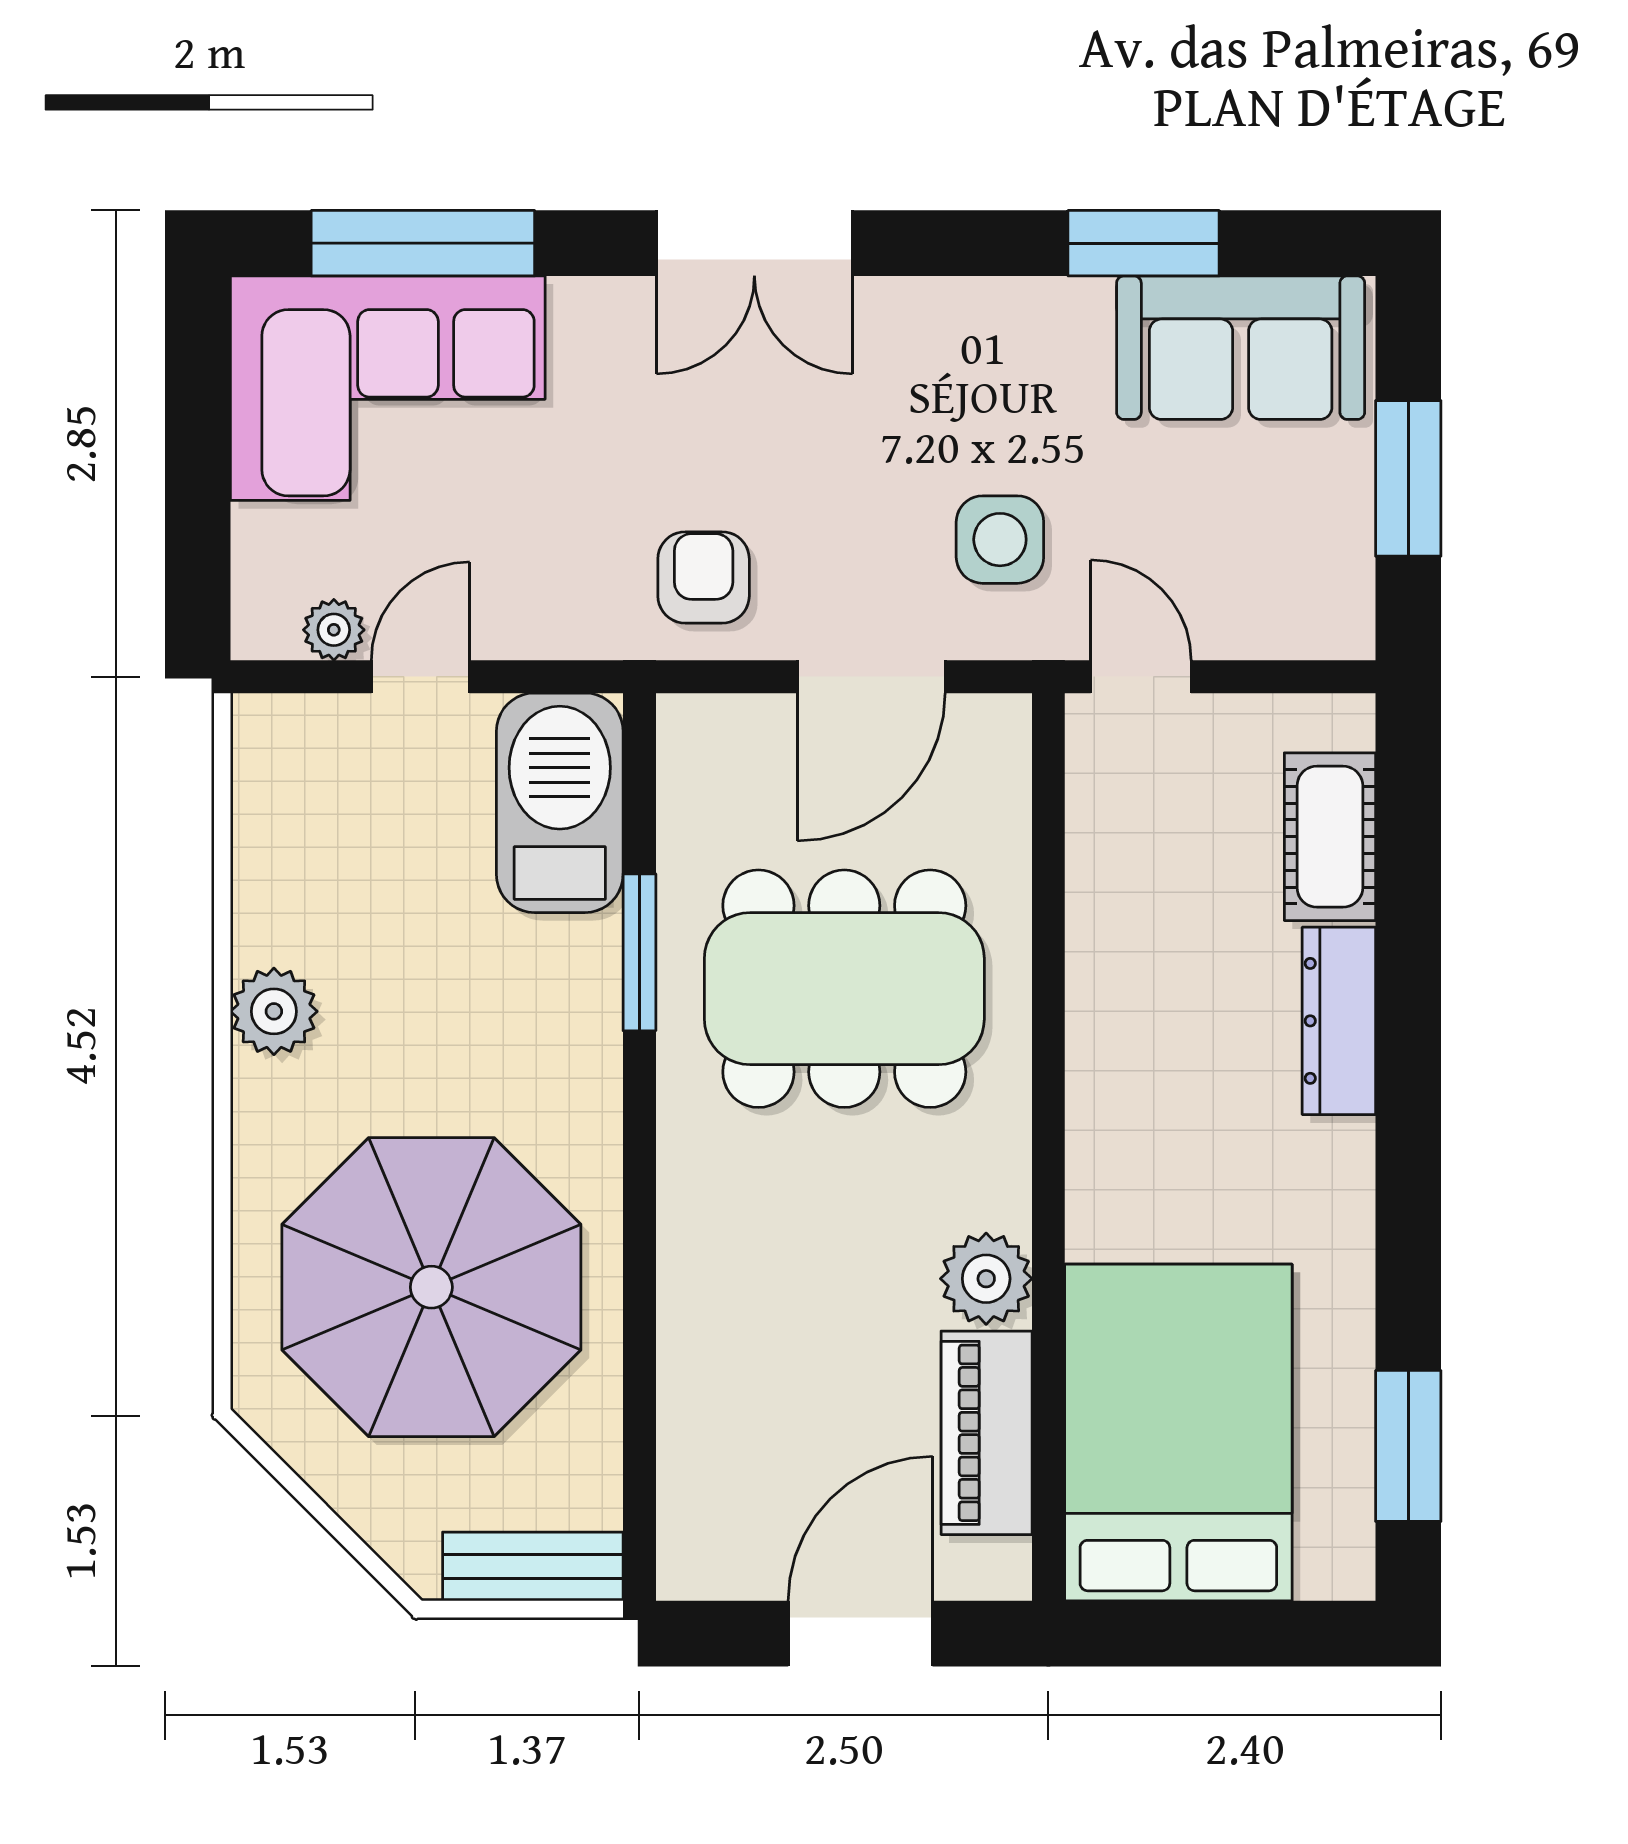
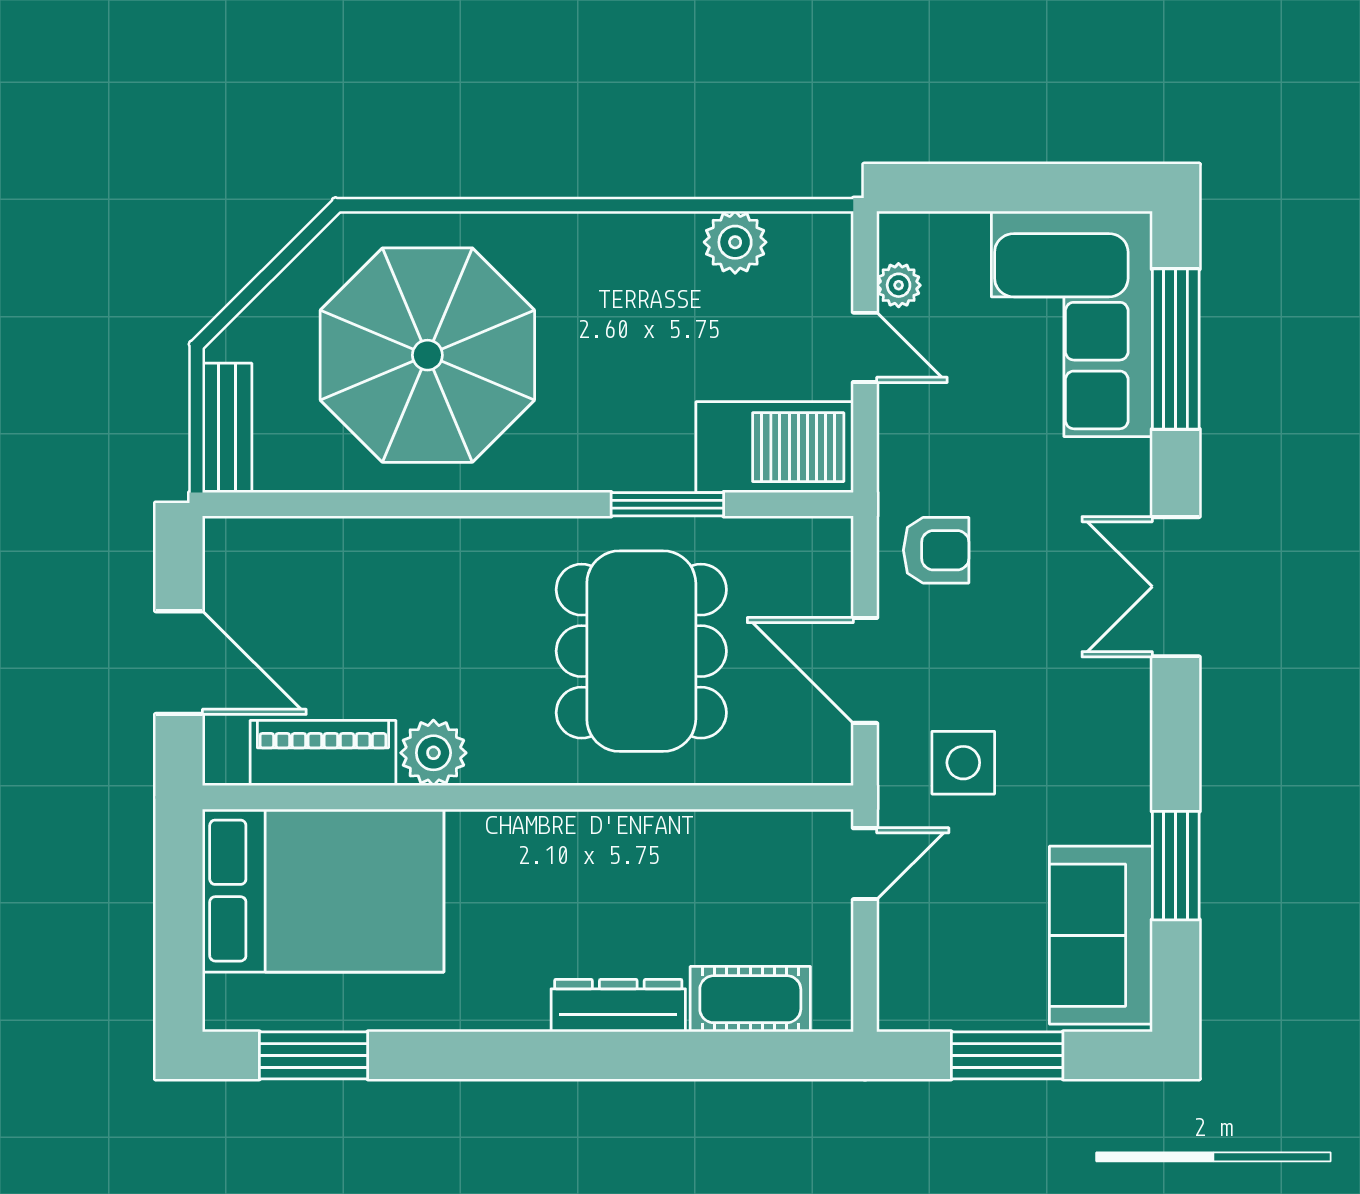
plant: (274, 1011) -> (735, 242), moved

